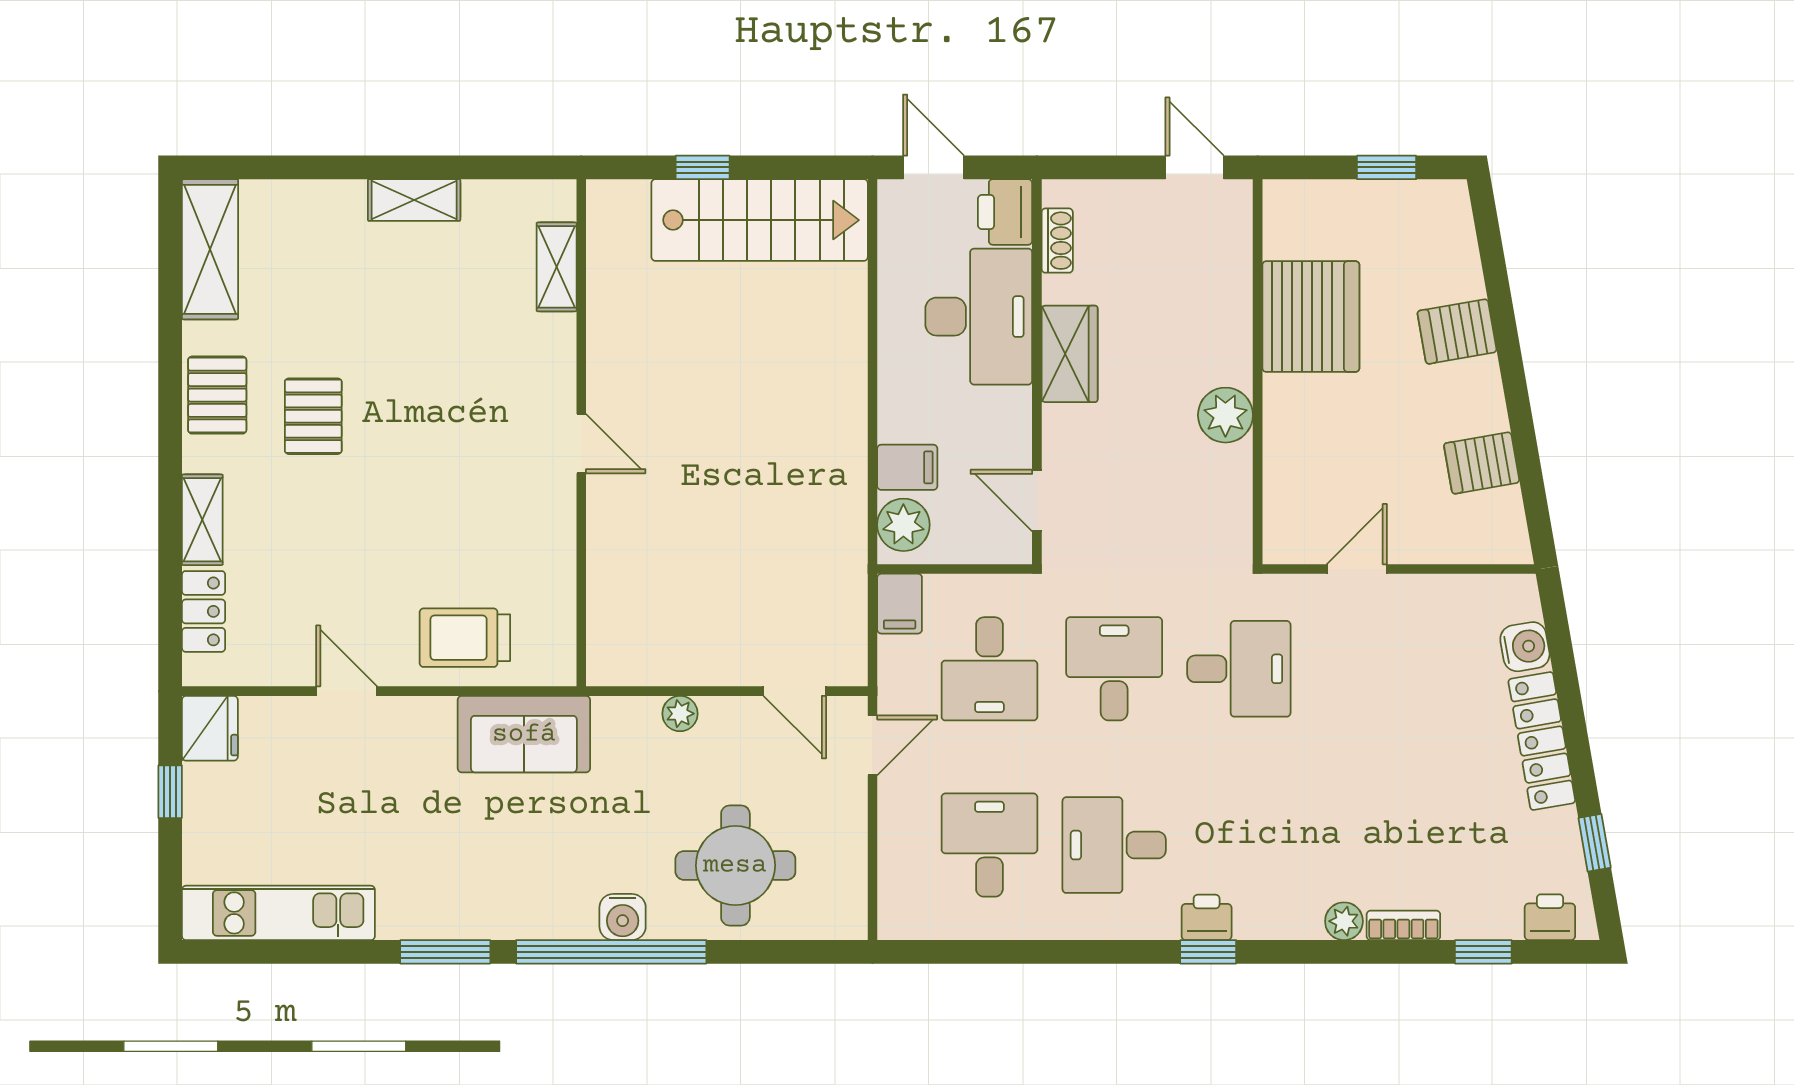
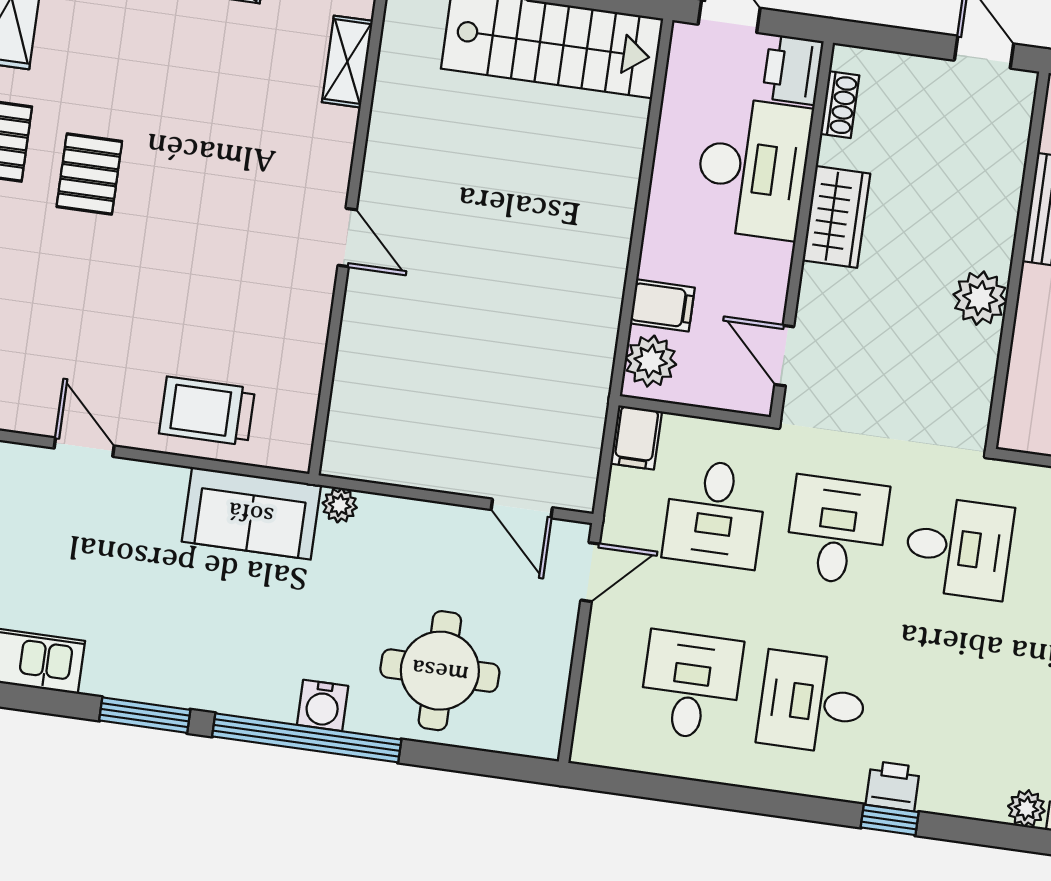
plant: (680, 714) -> (340, 505), moved

